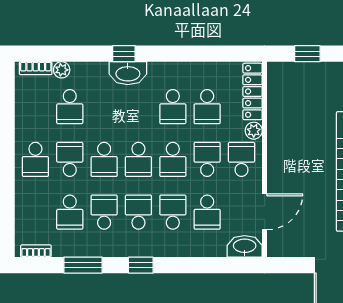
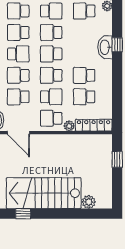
school desk: (241, 159) -> (51, 118), turned 180
school desk: (104, 212) -> (18, 32), turned 180
school desk: (173, 212) -> (18, 75), turned 180

